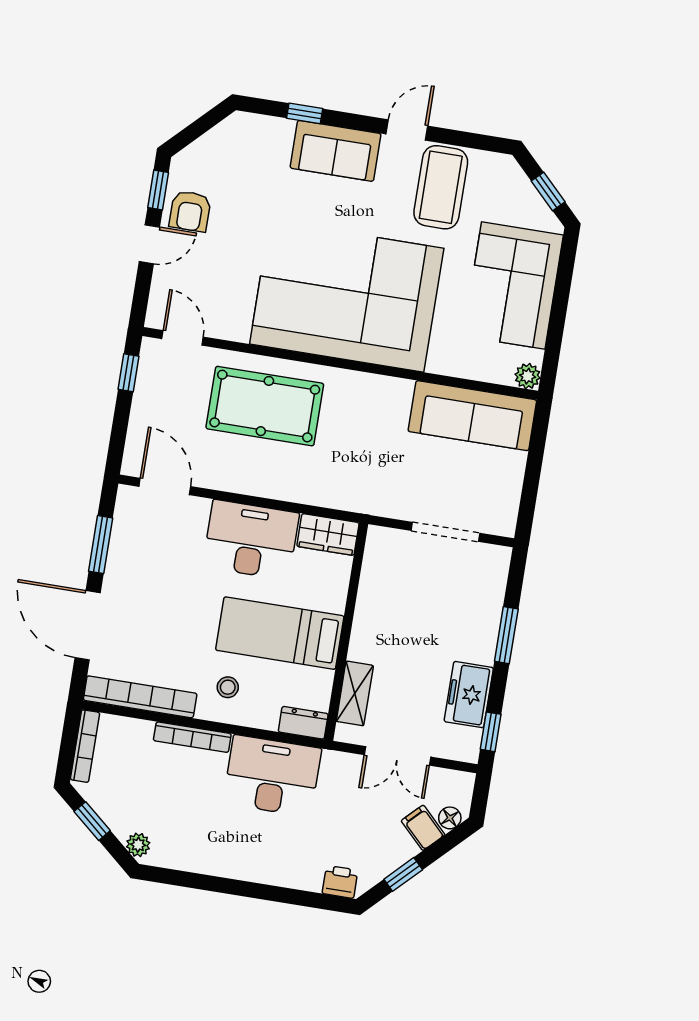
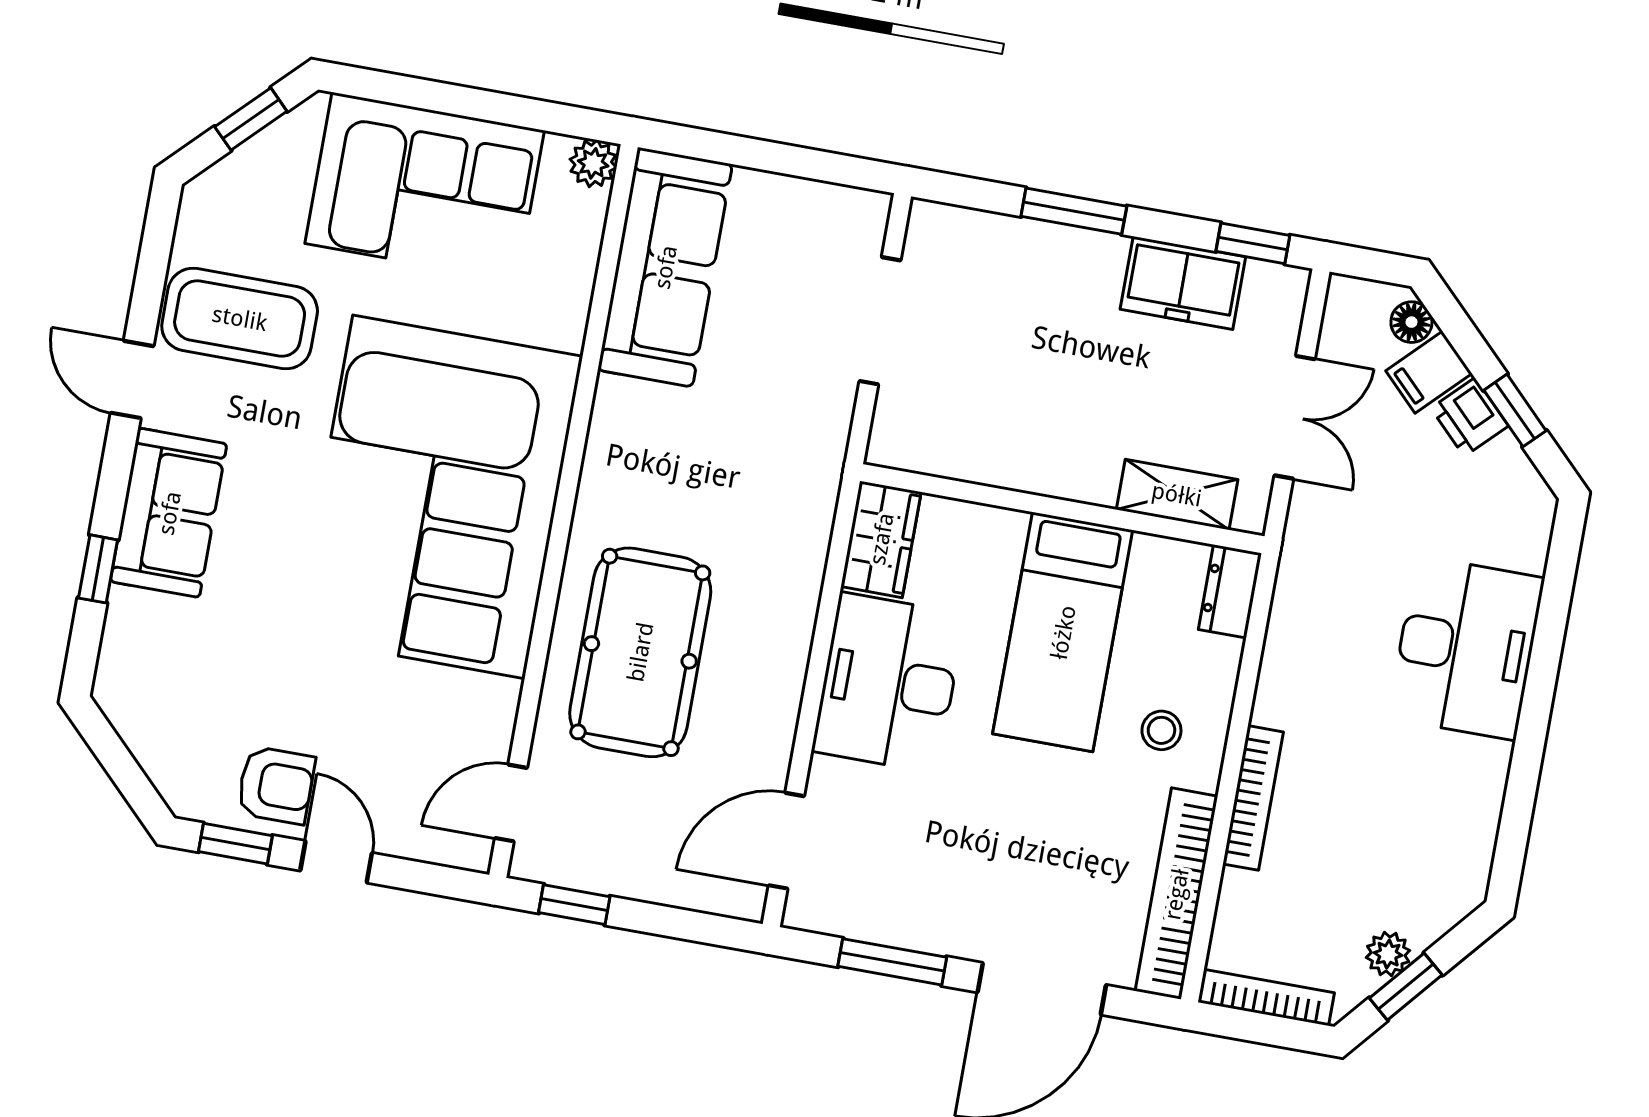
desk: (272, 776) -> (1466, 648), moved, turned 180
plant: (138, 845) -> (1388, 954), moved
printer: (340, 882) -> (1470, 417), moved, turned -45

